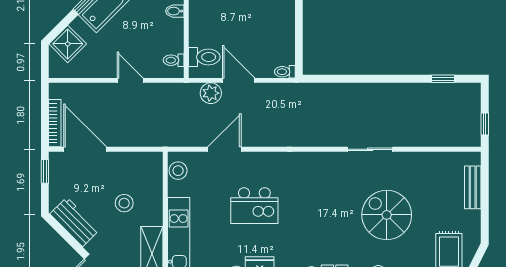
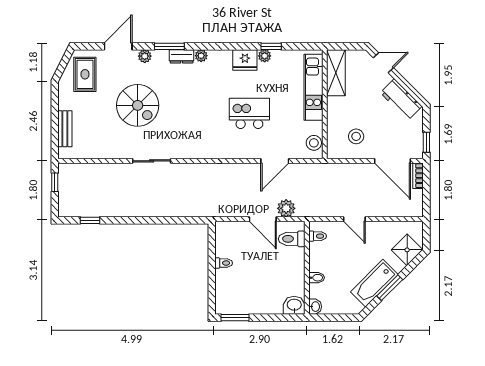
toilet: (285, 72) -> (224, 263), moved
bookcase: (55, 123) -> (418, 176), width x0.64
stool: (124, 203) -> (356, 136), moved

